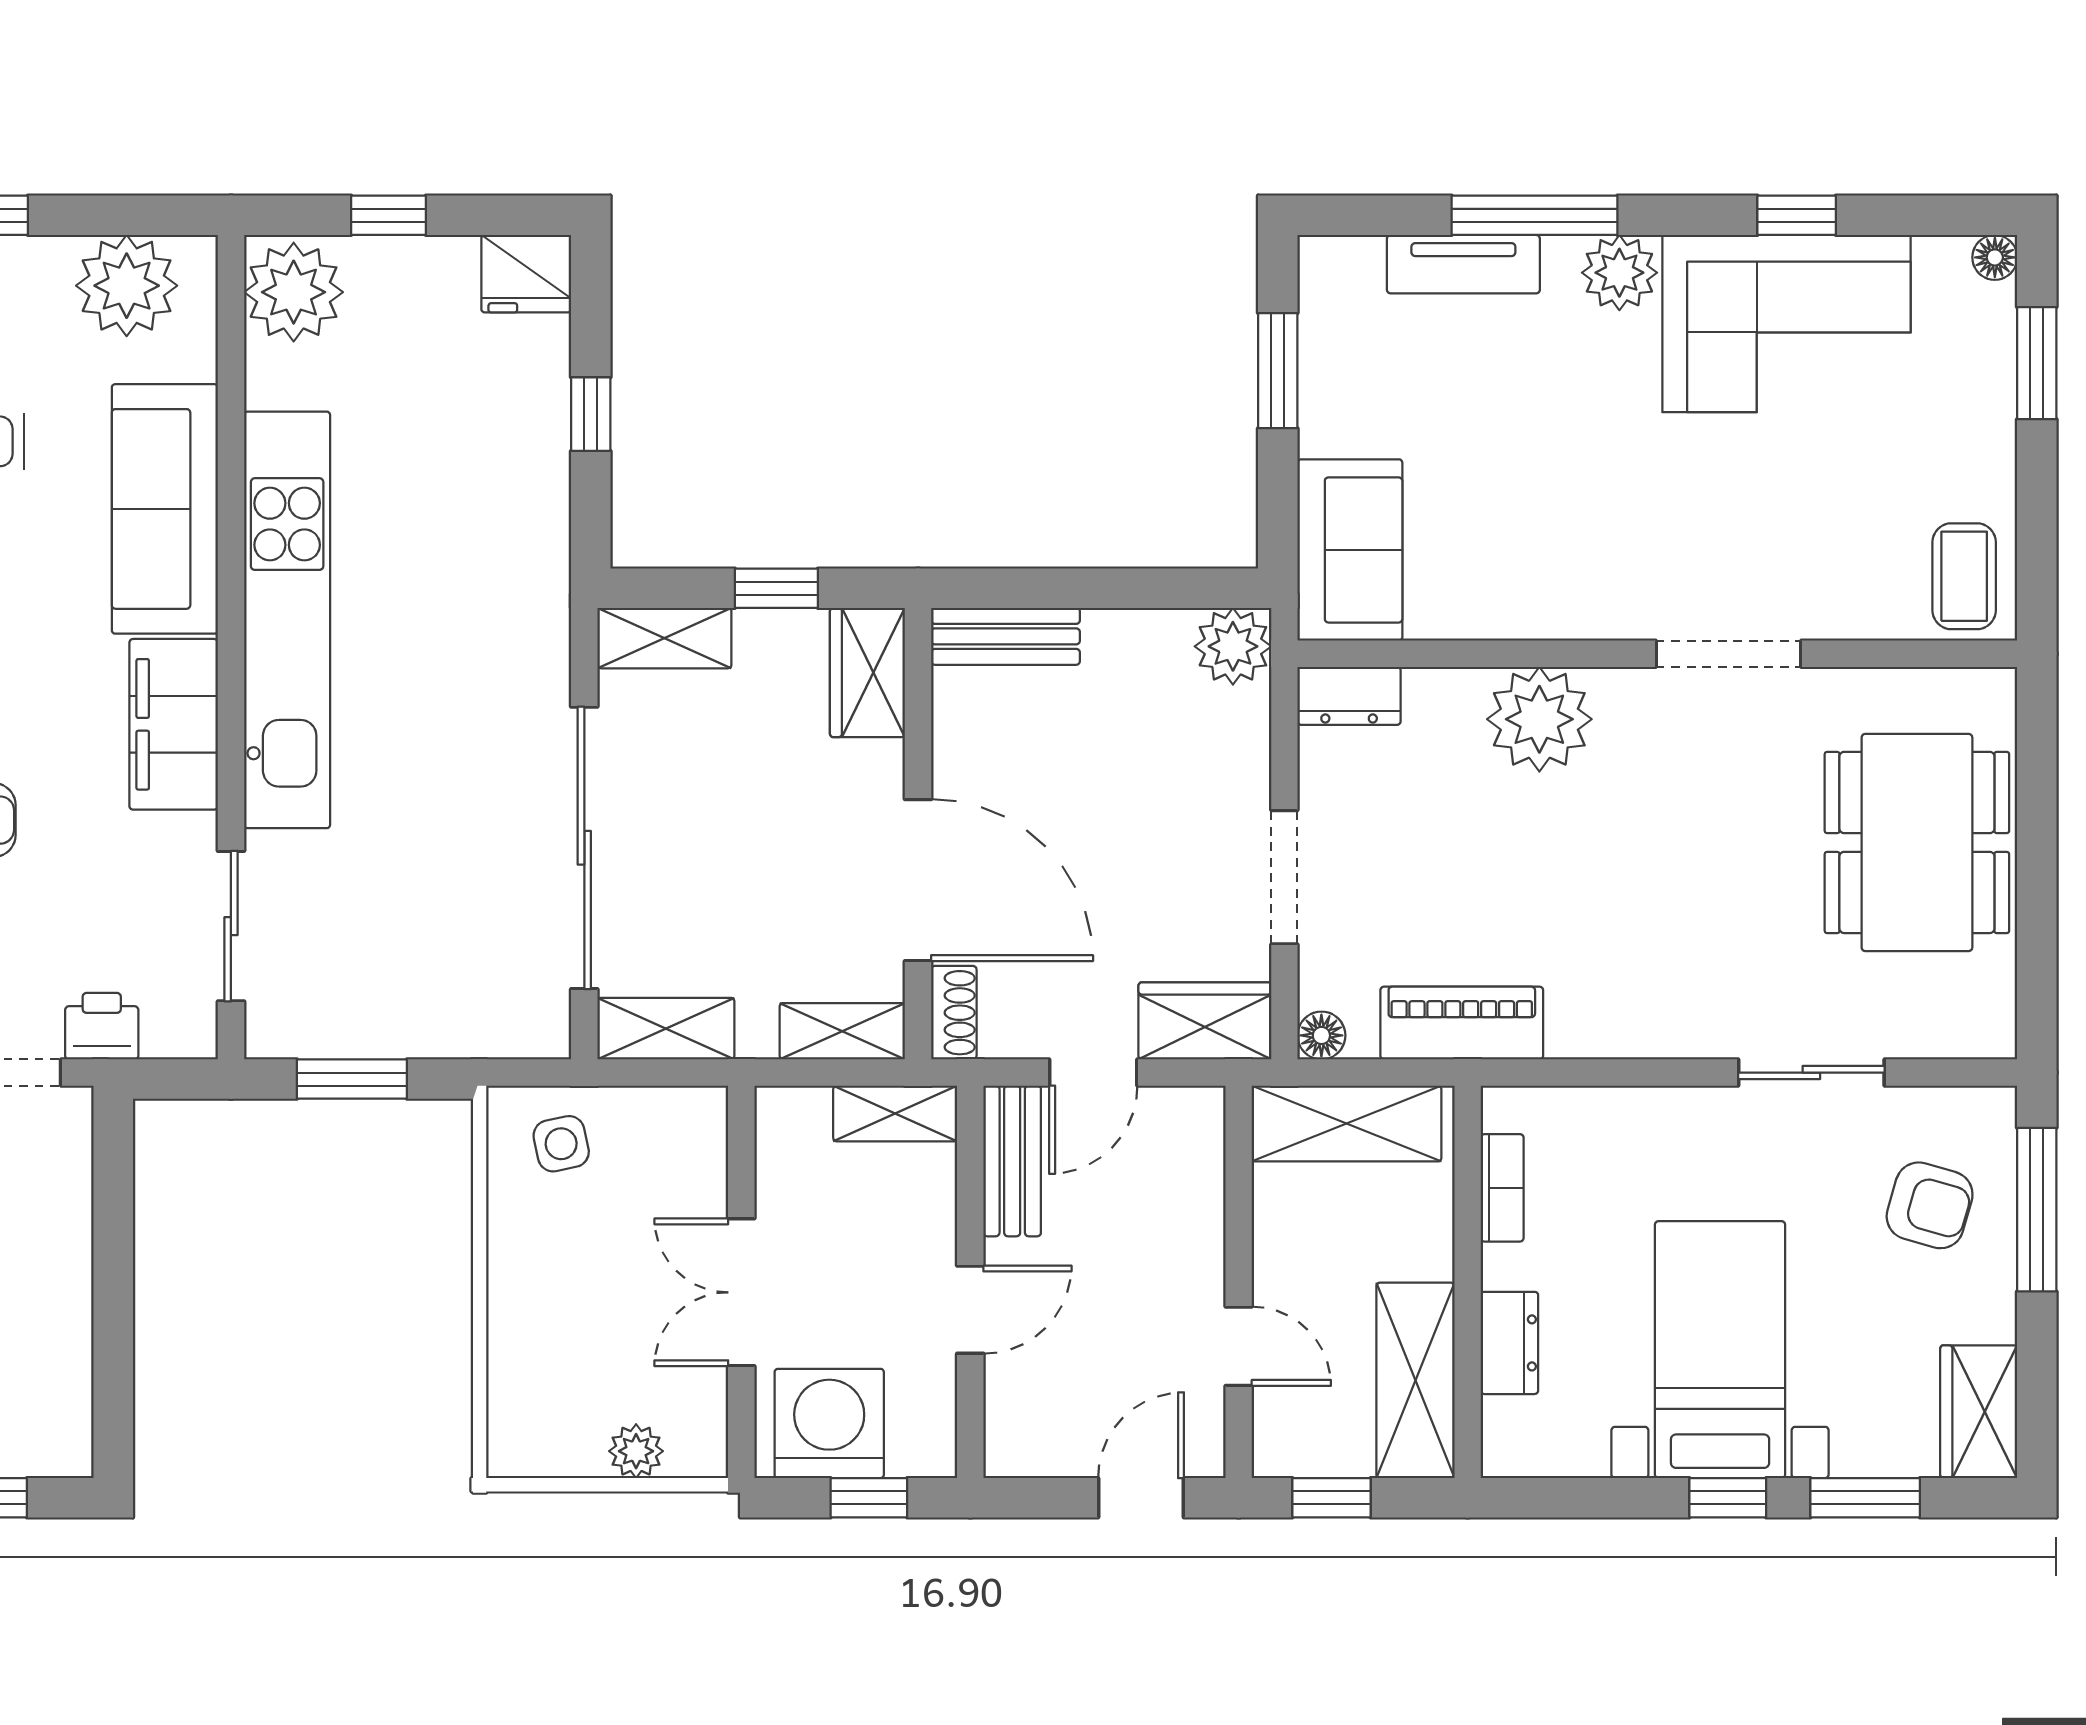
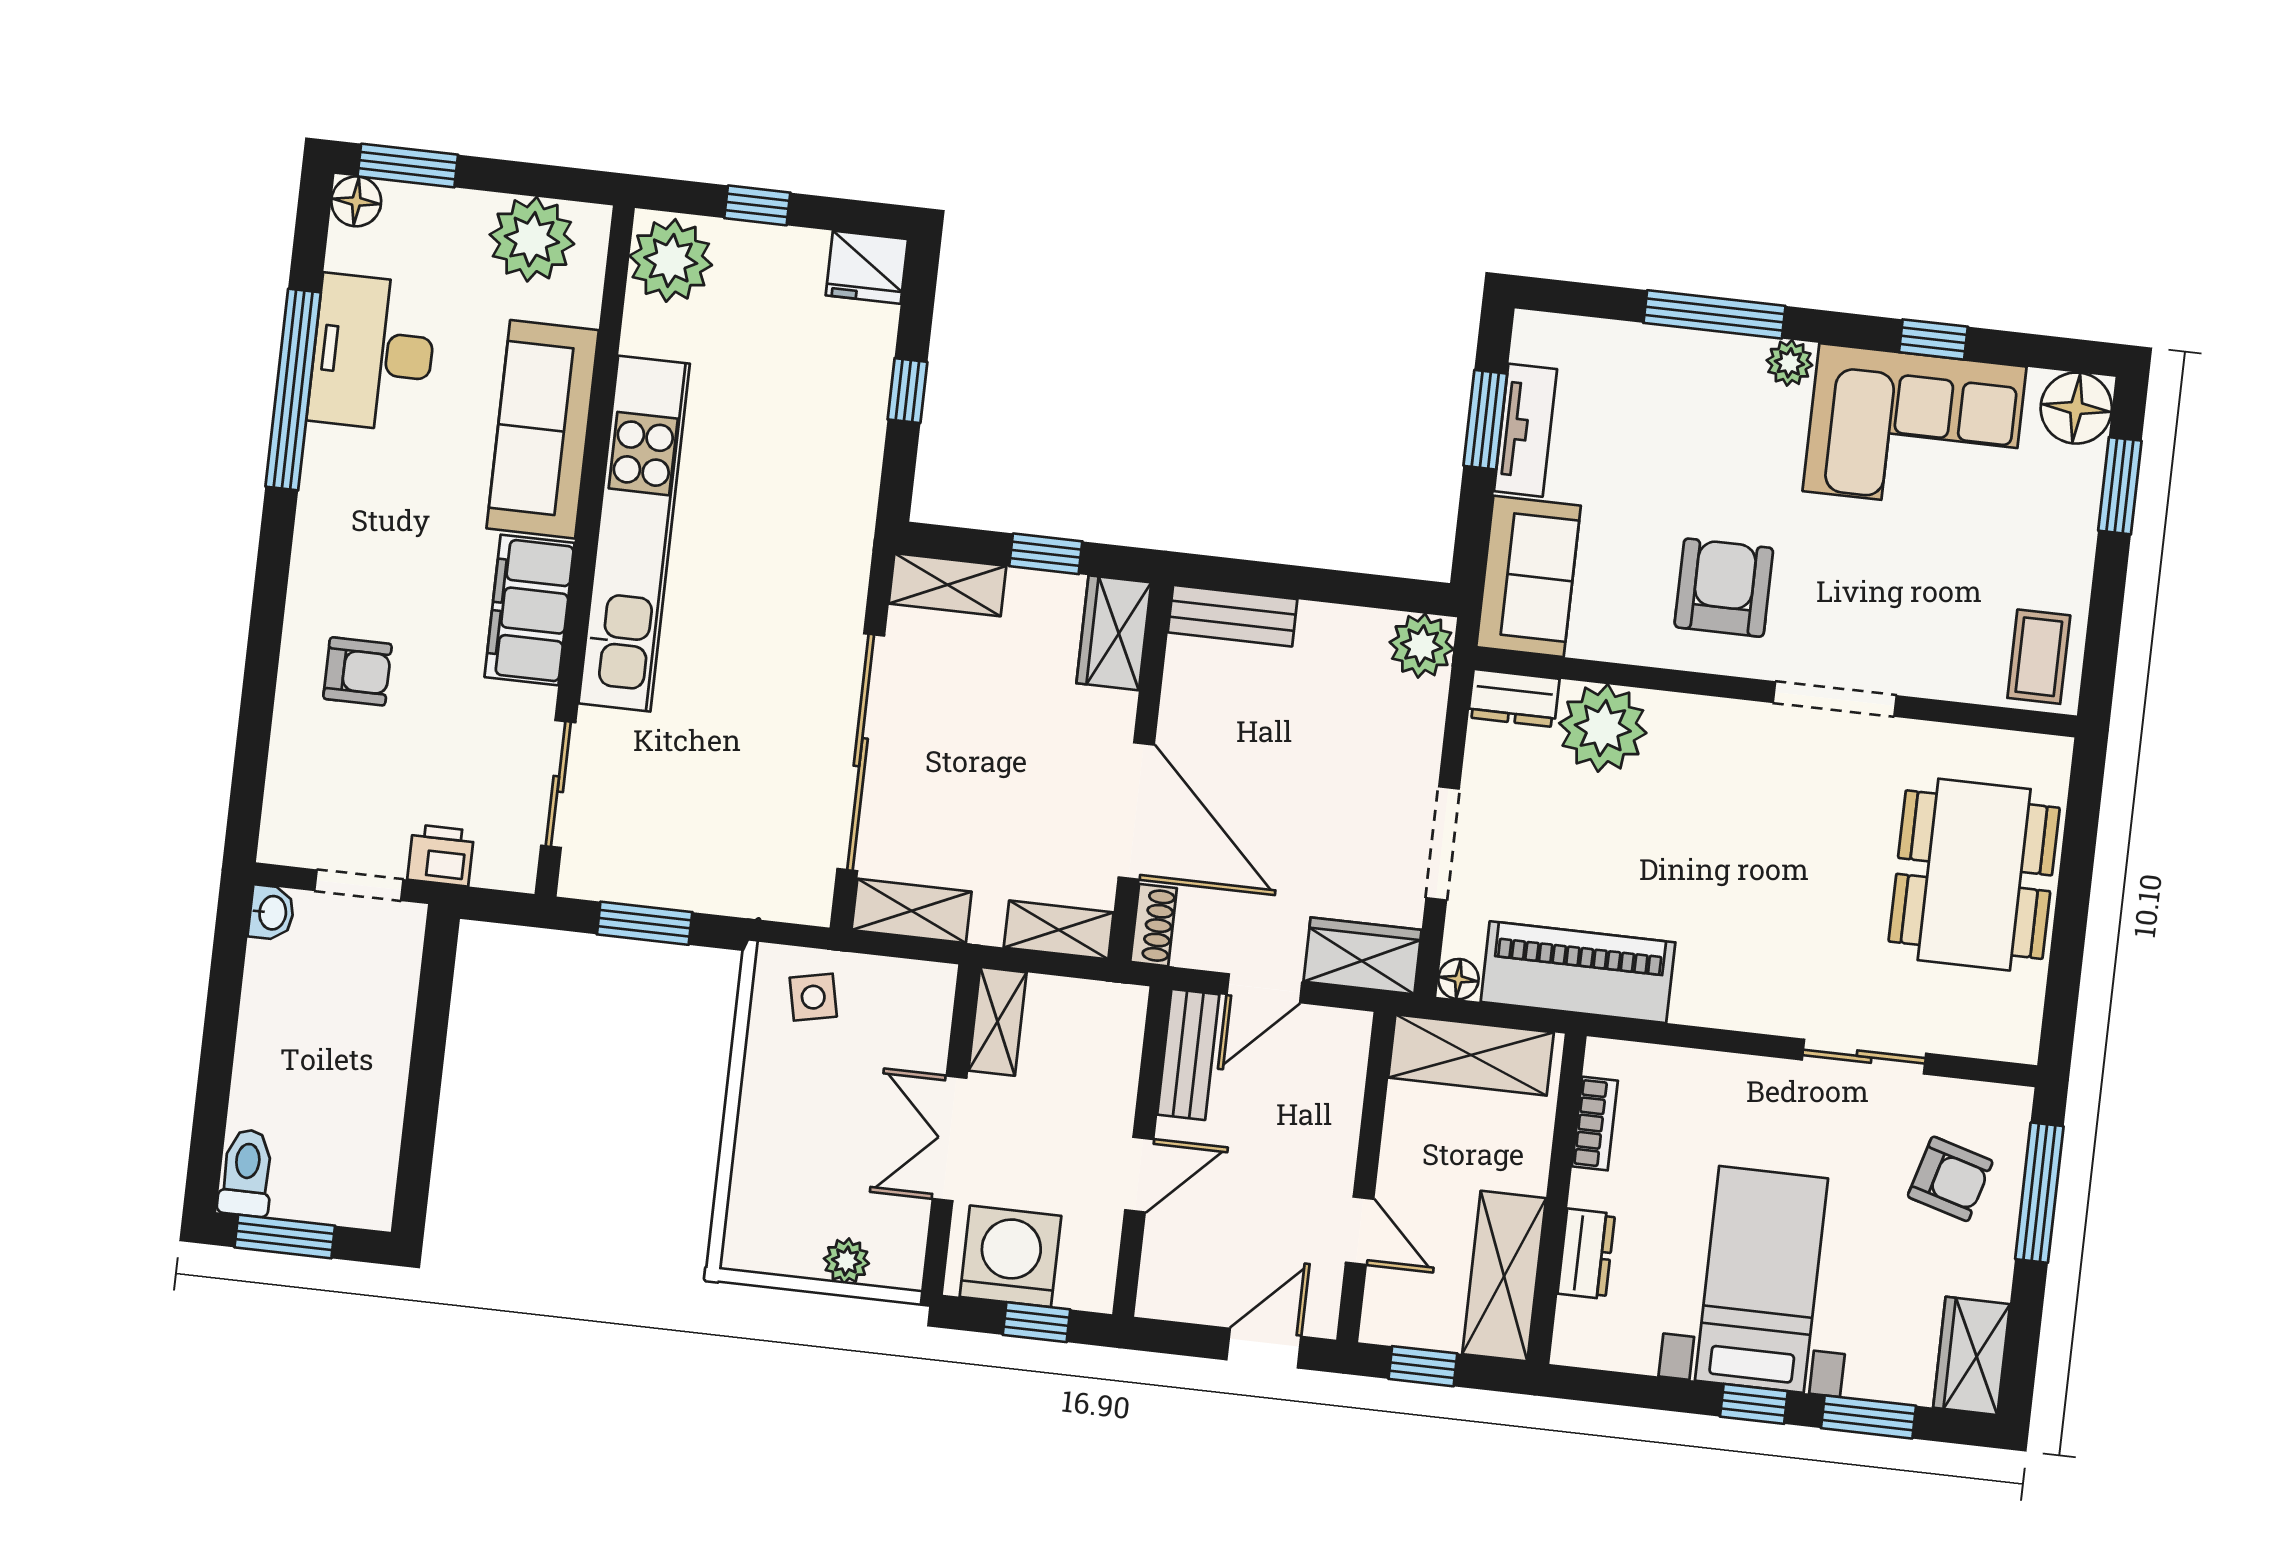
floor lamp: (1995, 257) -> (2076, 408), width x1.89, depth x1.89
tv unit: (1463, 264) -> (1525, 430), moved, turned -90
plant: (1619, 273) -> (1789, 363), width x0.73, depth x0.73
armchair: (1582, 537) -> (1724, 588), added
plant: (1539, 719) -> (1603, 728), moved
piano: (1462, 1023) -> (1578, 972), width x1.37, depth x1.33
shelving: (895, 1113) -> (998, 1021), moved, turned 90

